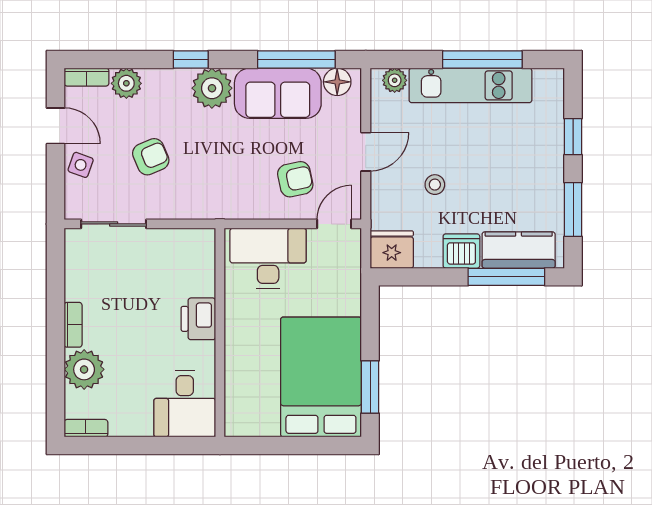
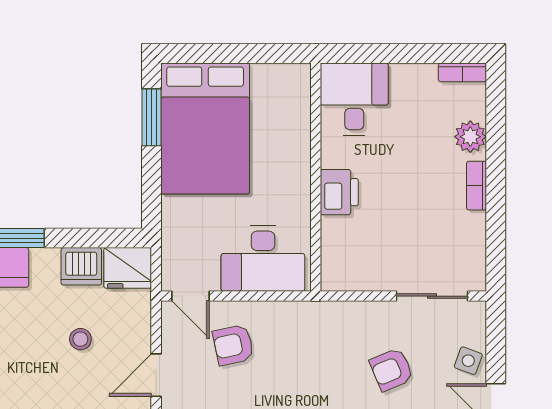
door: (334, 224) -> (191, 296), hinge flipped
dishwasher: (461, 251) -> (81, 266), moved
plant: (84, 369) -> (470, 137), width x0.73, depth x0.73

